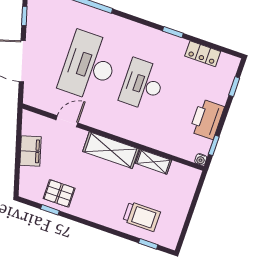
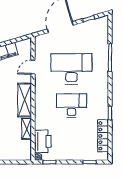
locker: (203, 54) -> (103, 136), width x1.53
printer: (207, 119) -> (43, 141), moved, turned 90
door: (67, 121) -> (33, 67), swing flipped

